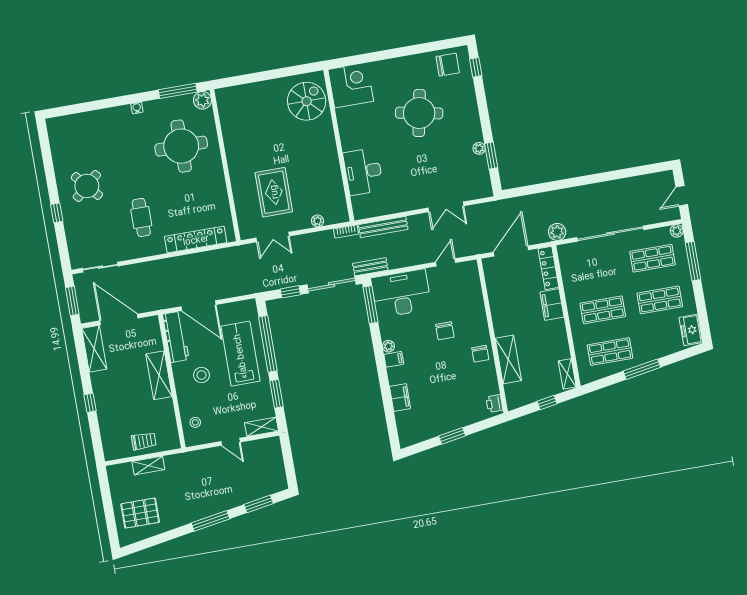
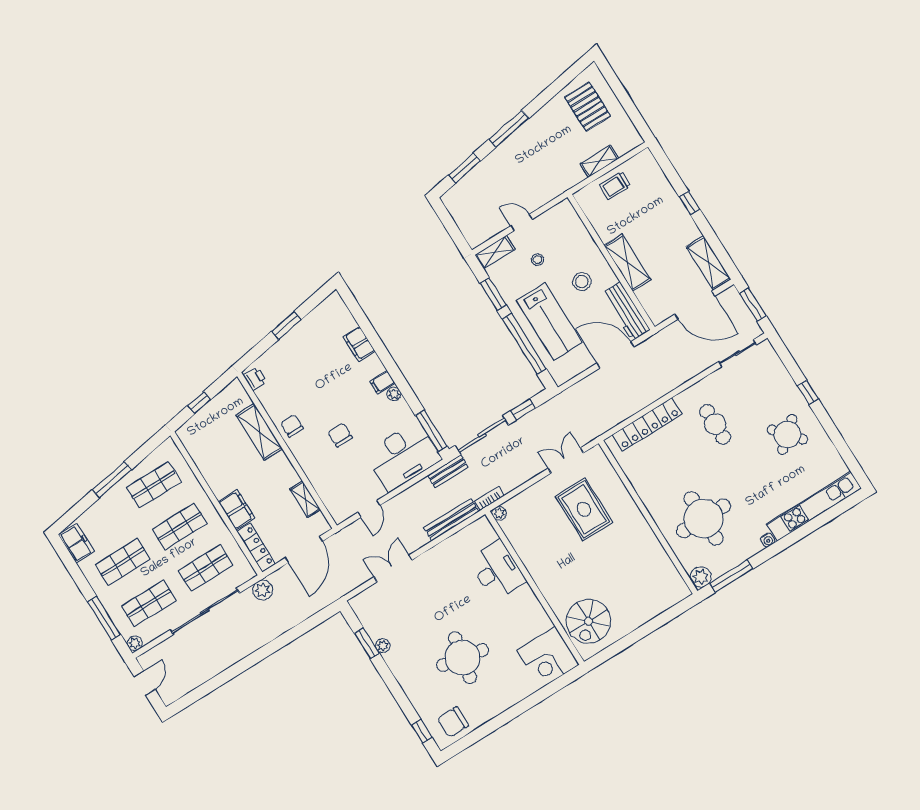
kitchen unit: (89, 120) -> (814, 506), added
plant: (318, 221) -> (499, 513), moved
shop shelf: (596, 268) -> (206, 568), added
shelving: (567, 374) -> (305, 499), moved
stool: (195, 422) -> (538, 260), moved
pallet: (140, 513) -> (588, 107), turned 90

